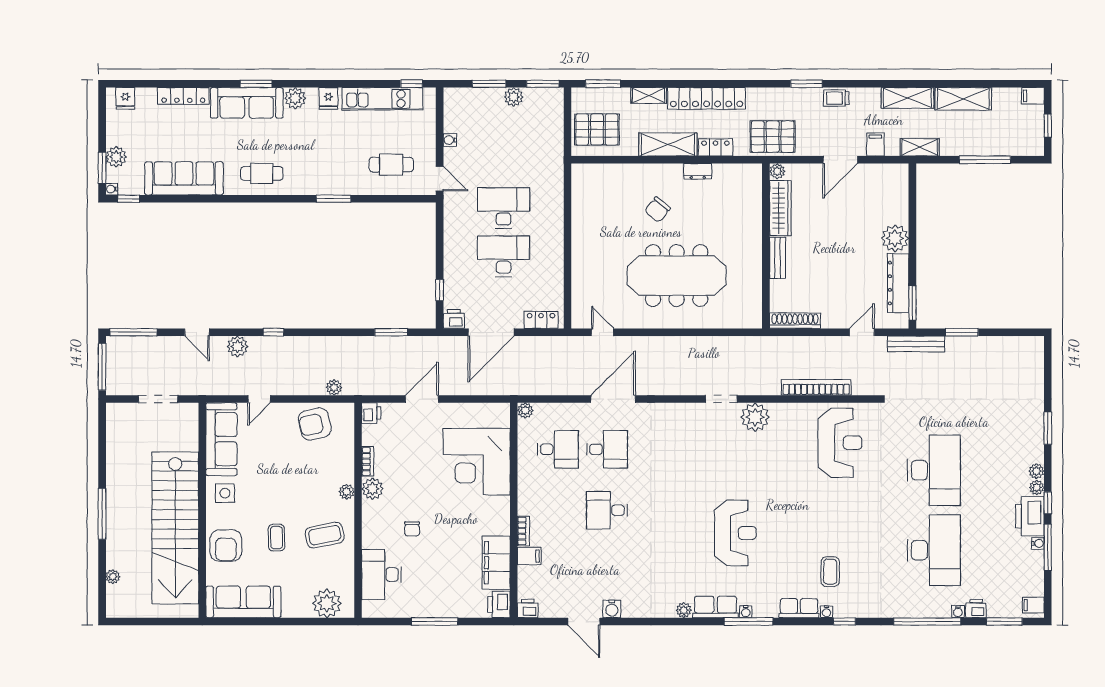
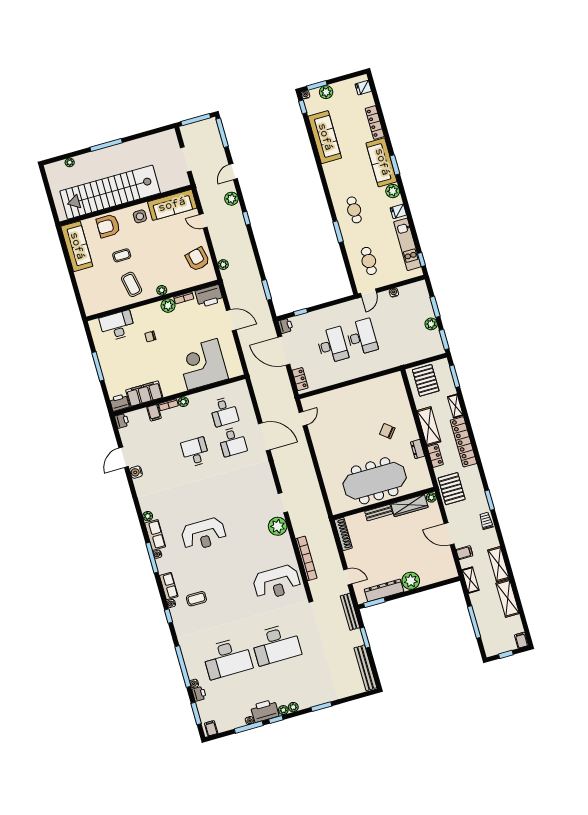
cafe table: (262, 173) -> (354, 210), moved
meeting table: (677, 276) -> (375, 481), moved, turned 90
bench: (1008, 345) -> (365, 668), added
plant: (525, 410) -> (183, 402), moved
printer: (371, 413) -> (209, 296), width x1.87, depth x1.48
plant: (327, 603) -> (90, 297), removed

